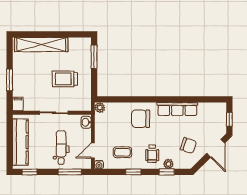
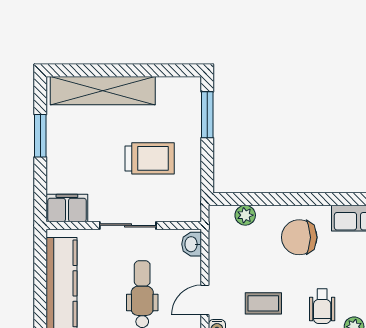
trolley: (65, 79) -> (150, 158), turned 180
window: (10, 80) -> (40, 136), moved
filing cabinet: (18, 104) -> (67, 208), width x2.00
plant: (100, 108) -> (245, 215), moved

